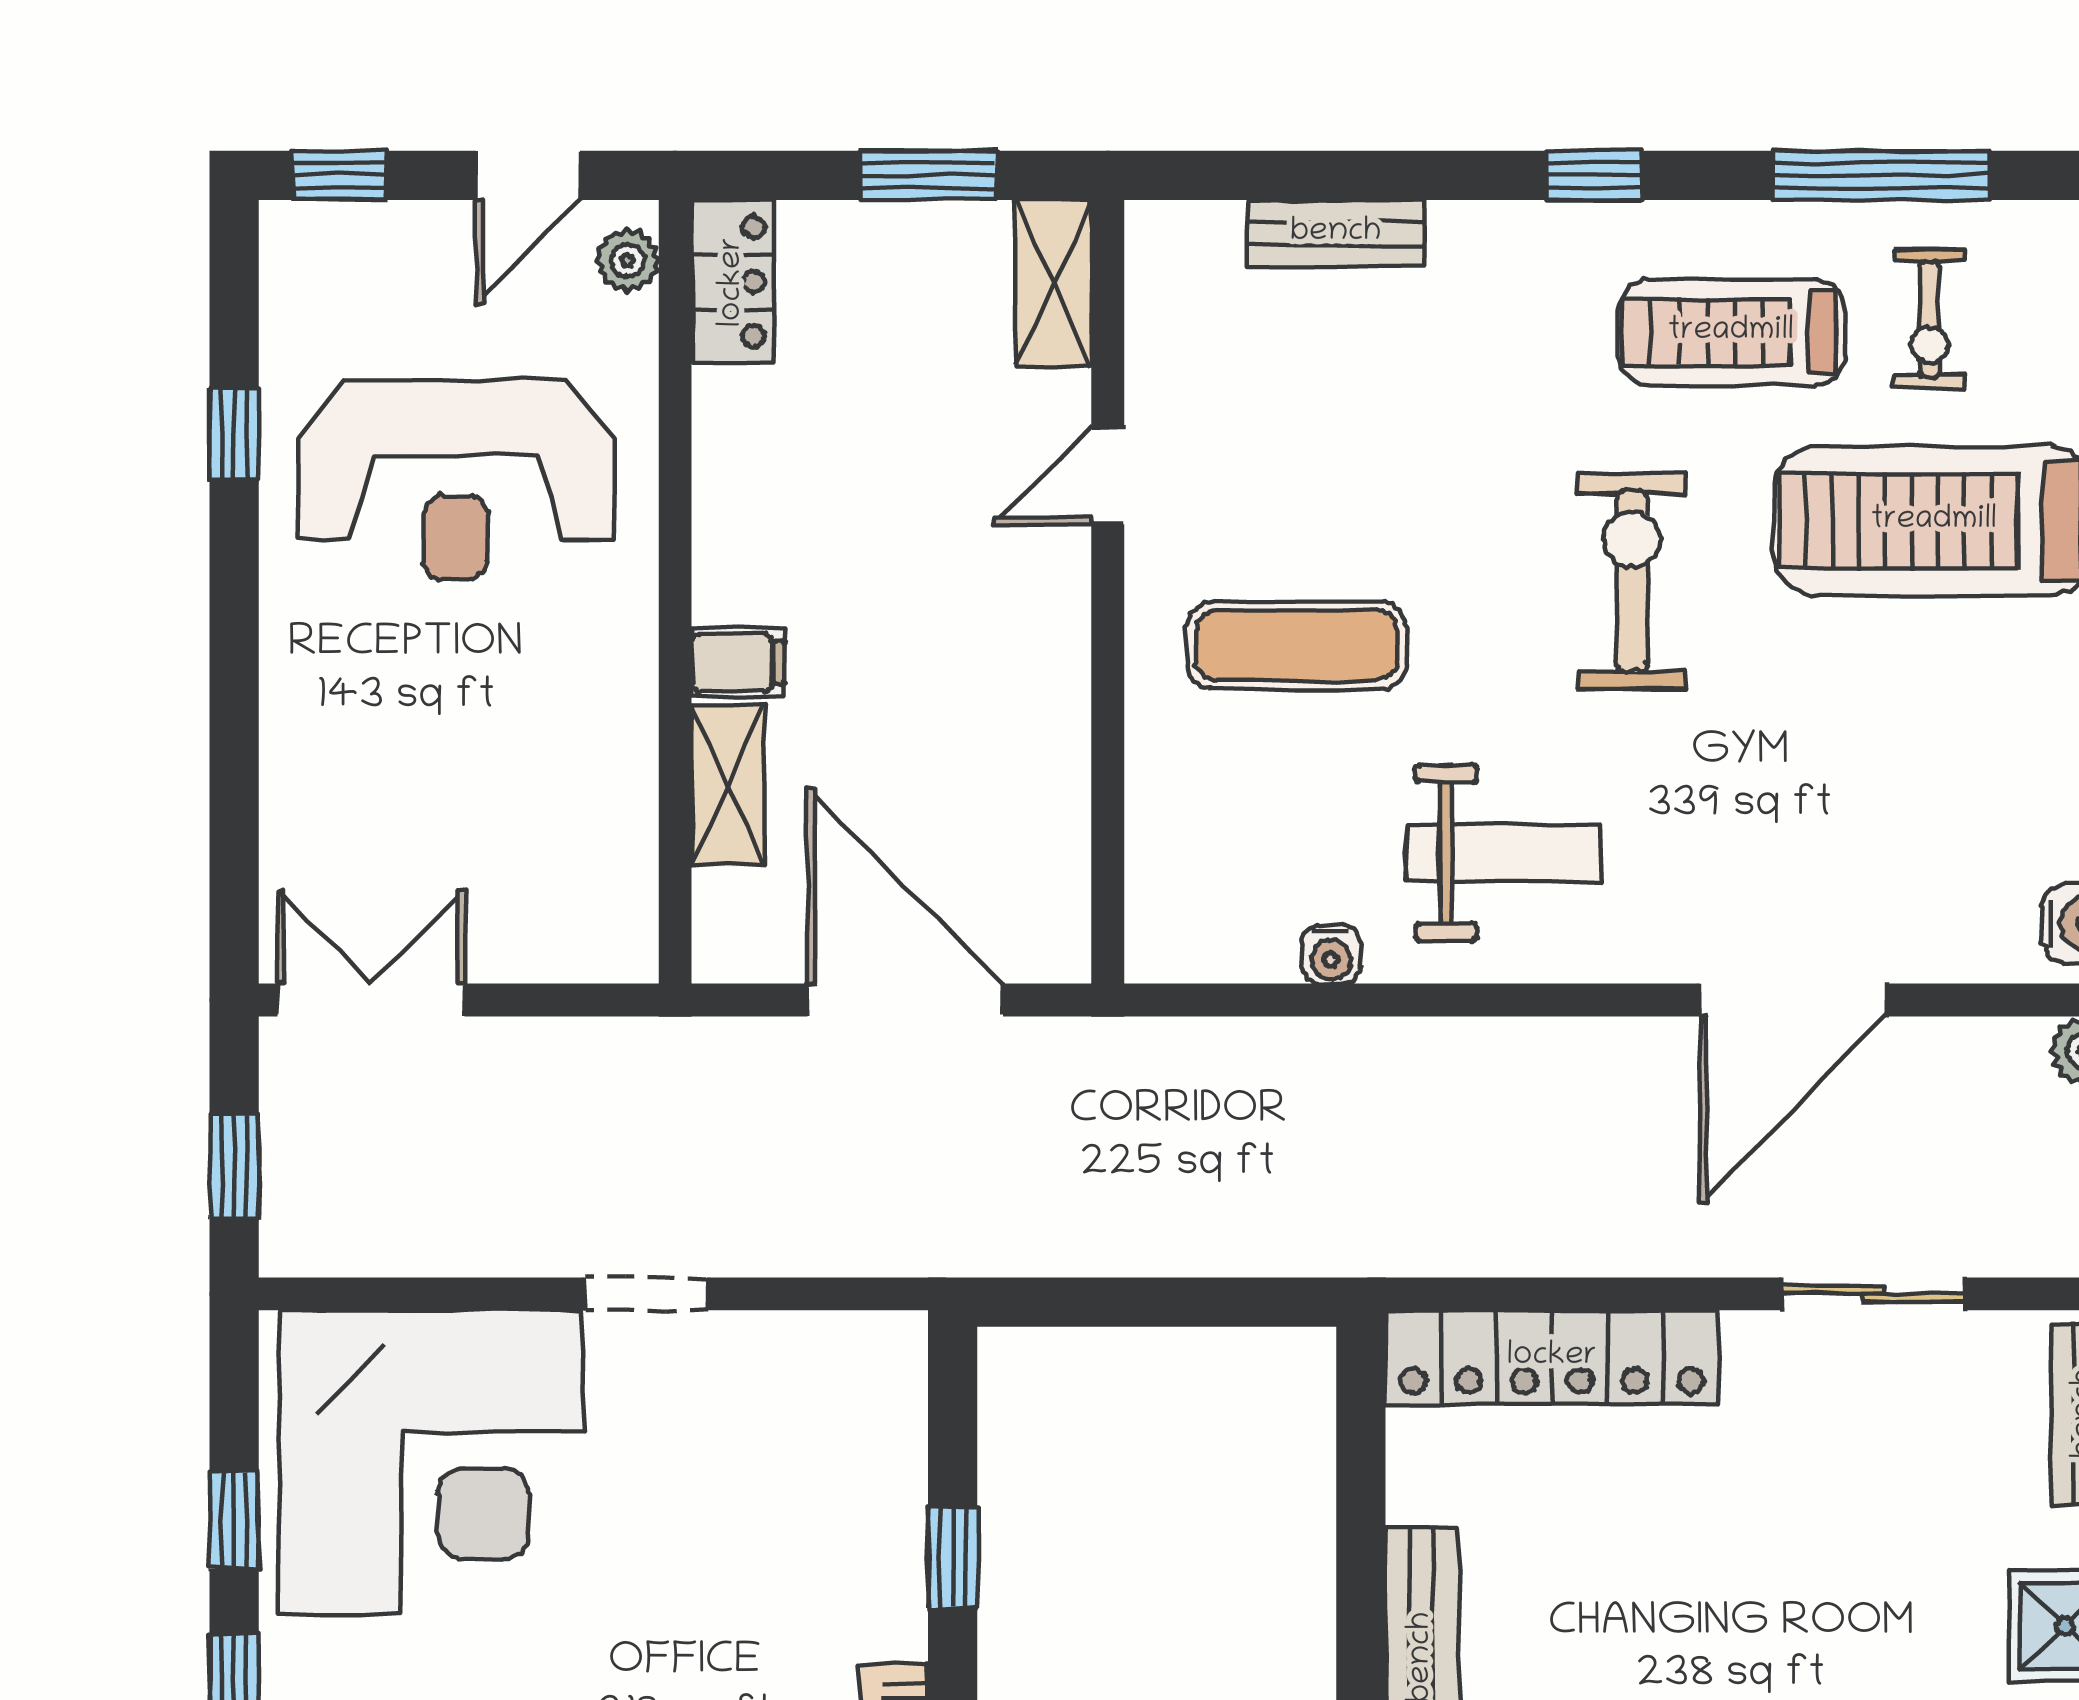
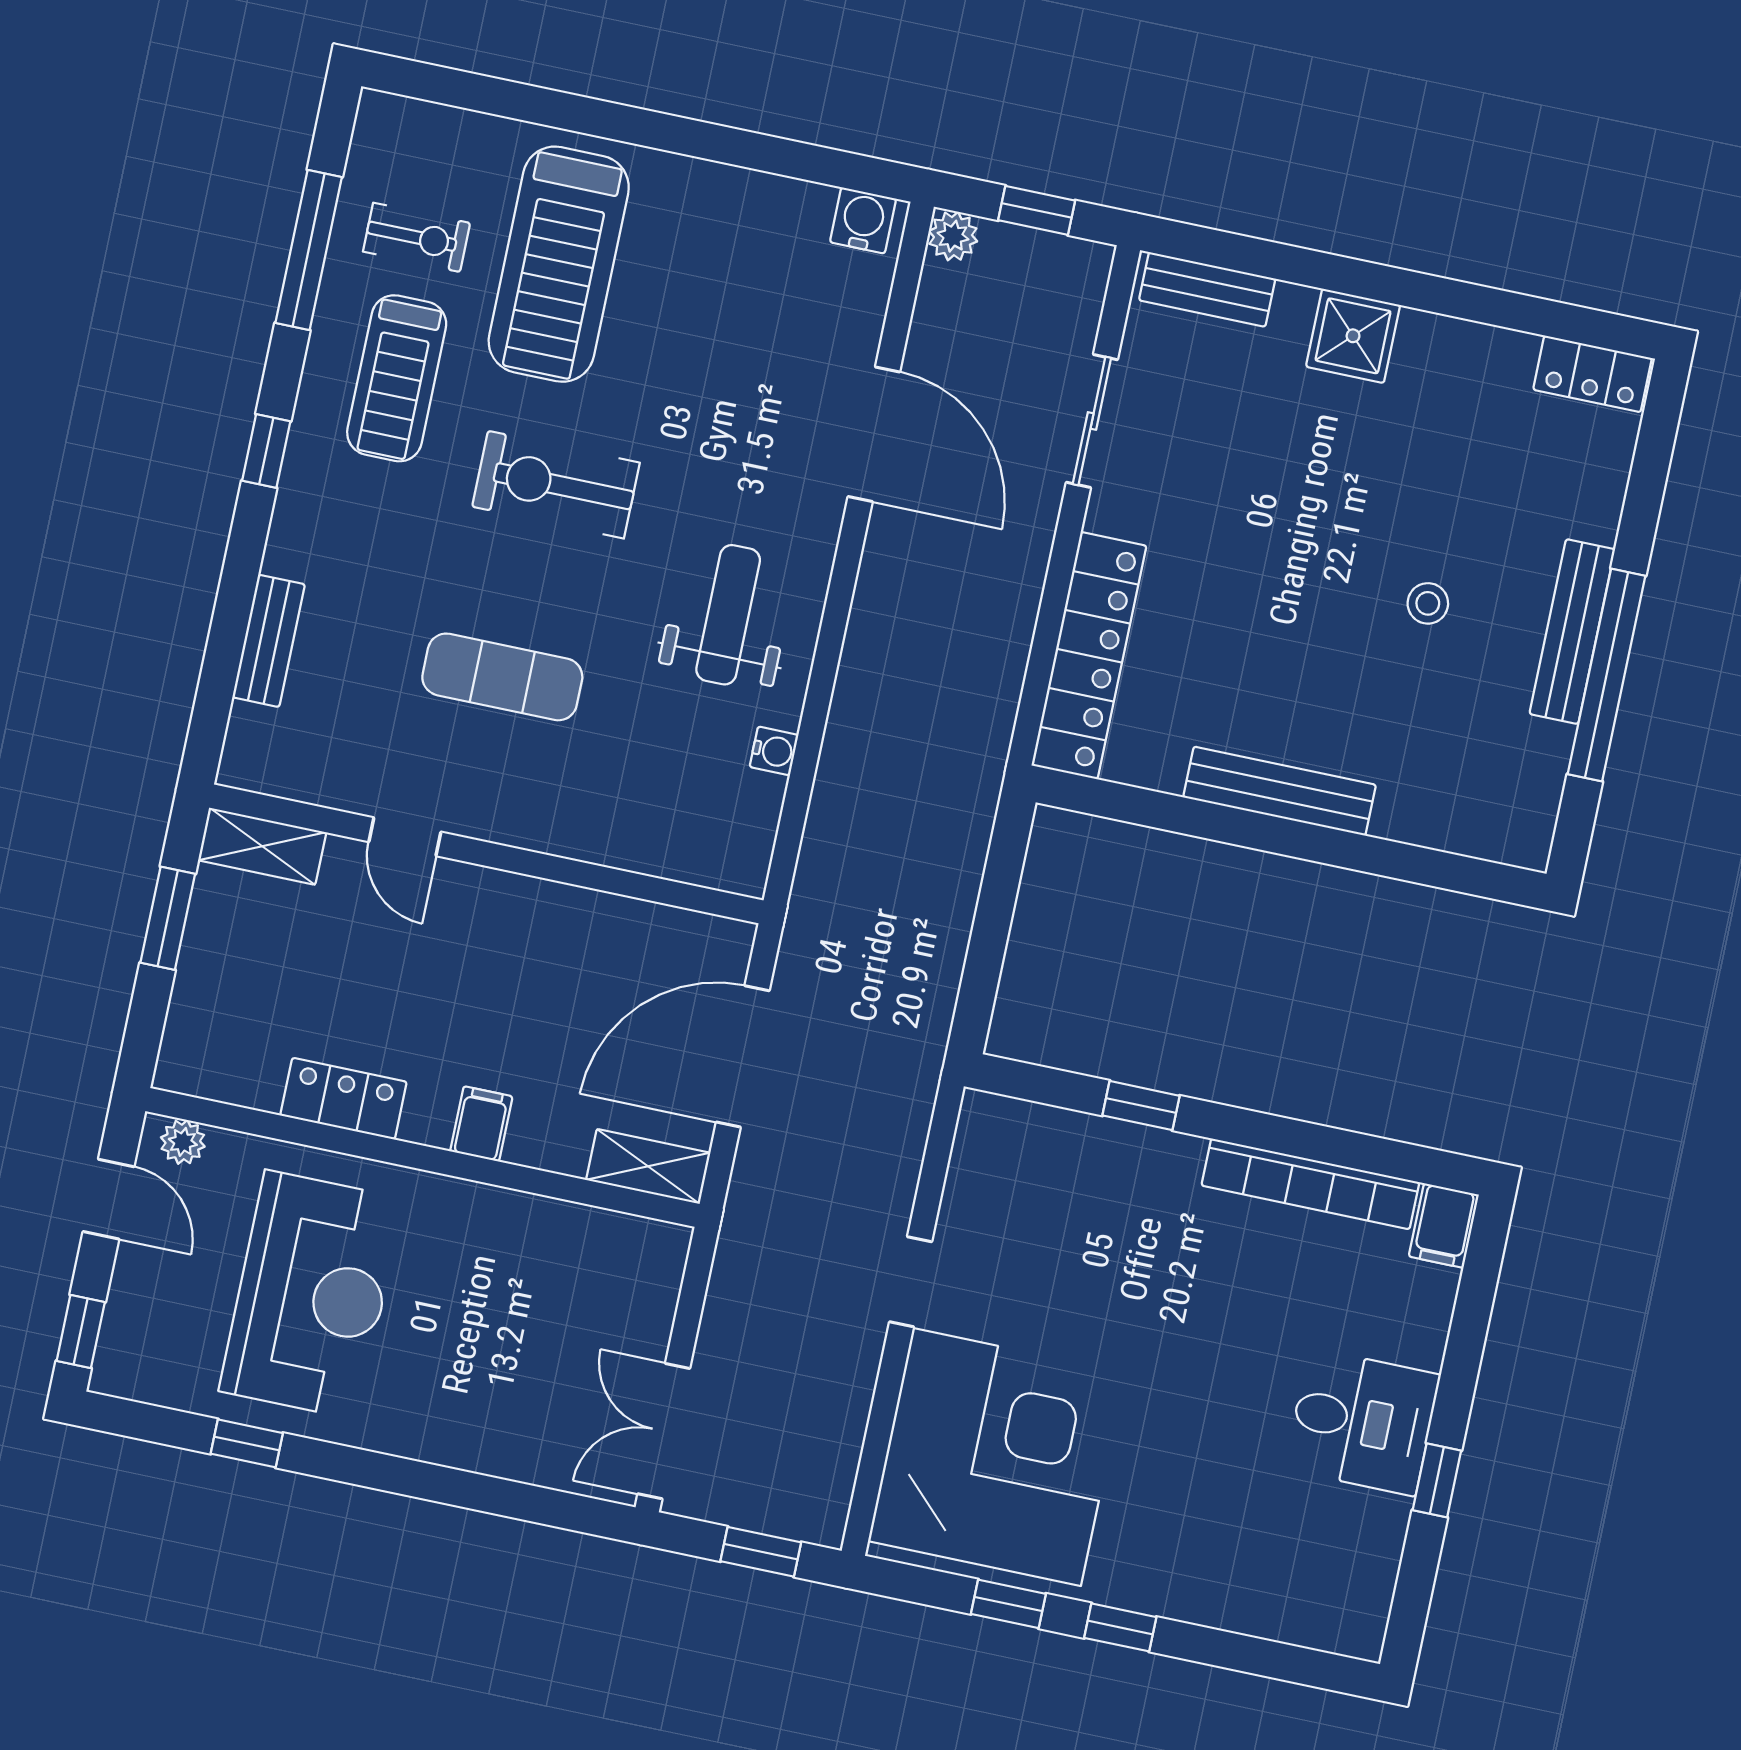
locker: (733, 282) -> (343, 1099), moved
exercise mat: (1297, 645) -> (502, 677), moved, turned 90
shelving: (728, 785) -> (648, 1166), moved

